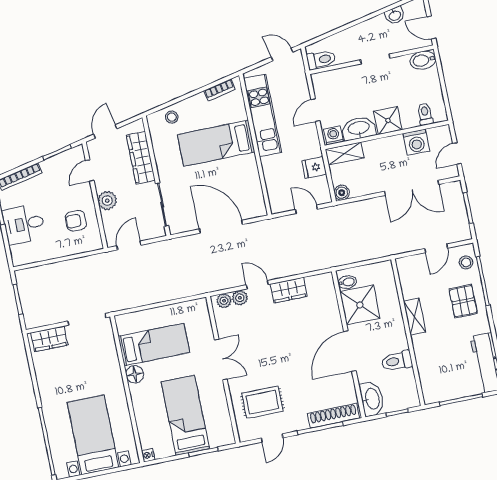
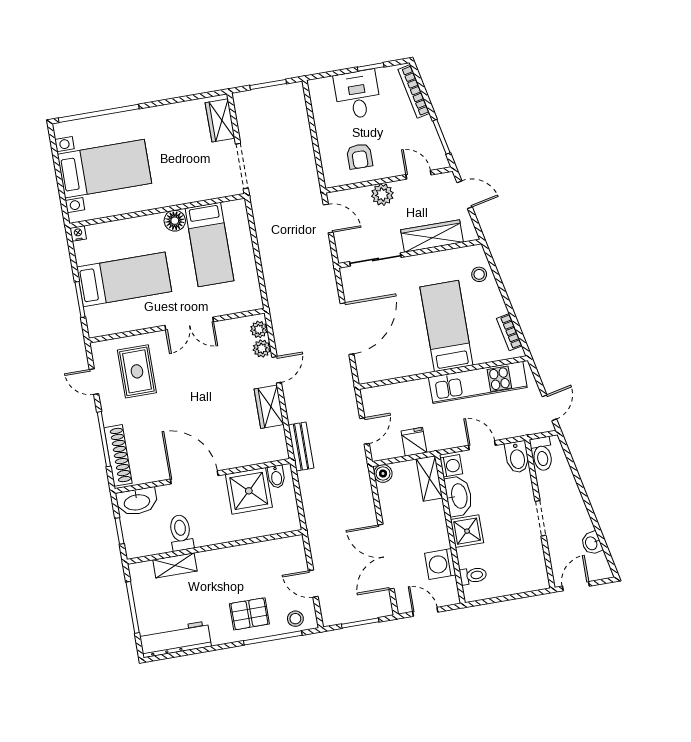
bidet: (423, 60) -> (517, 457), moved, turned 180
armchair: (76, 221) -> (360, 156), turned 180
bench: (321, 262) -> (301, 446), added
shelving: (415, 317) -> (175, 565), moved

